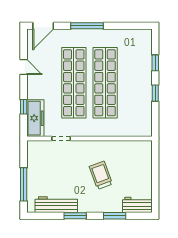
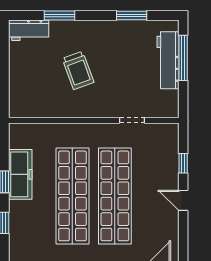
door: (24, 67) -> (183, 200), moved
freezer: (35, 118) -> (20, 174), moved, turned 180
workbench: (56, 205) -> (168, 60), moved, turned 90
window: (75, 216) -> (132, 15), moved

